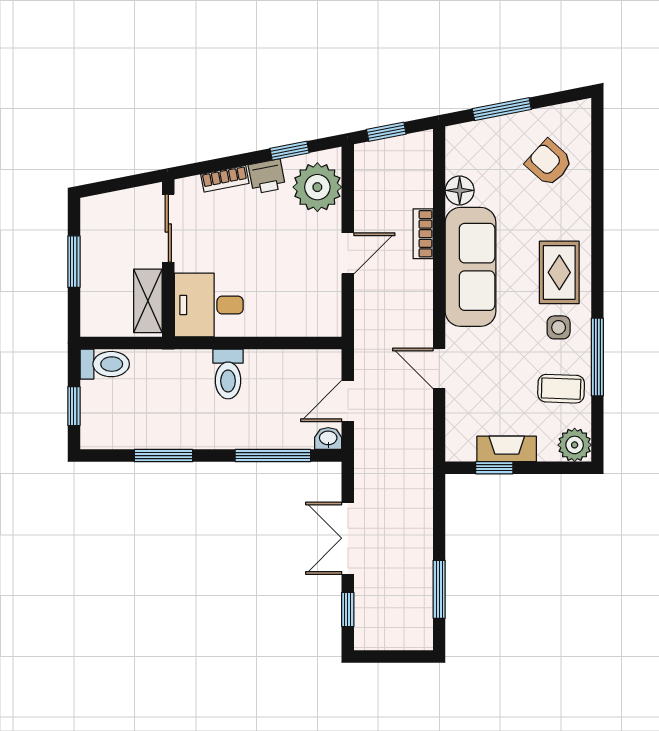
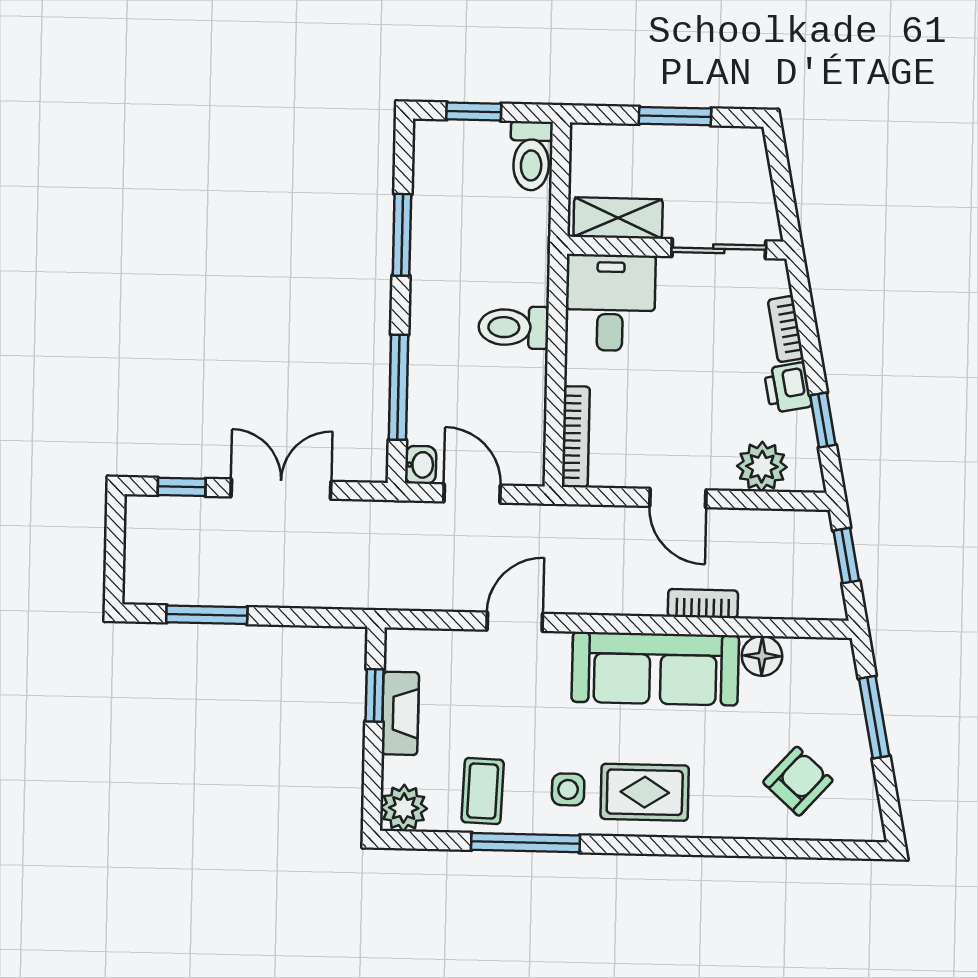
plant: (317, 187) -> (762, 467), width x0.73, depth x0.73
bookcase: (306, 328) -> (576, 437), added

